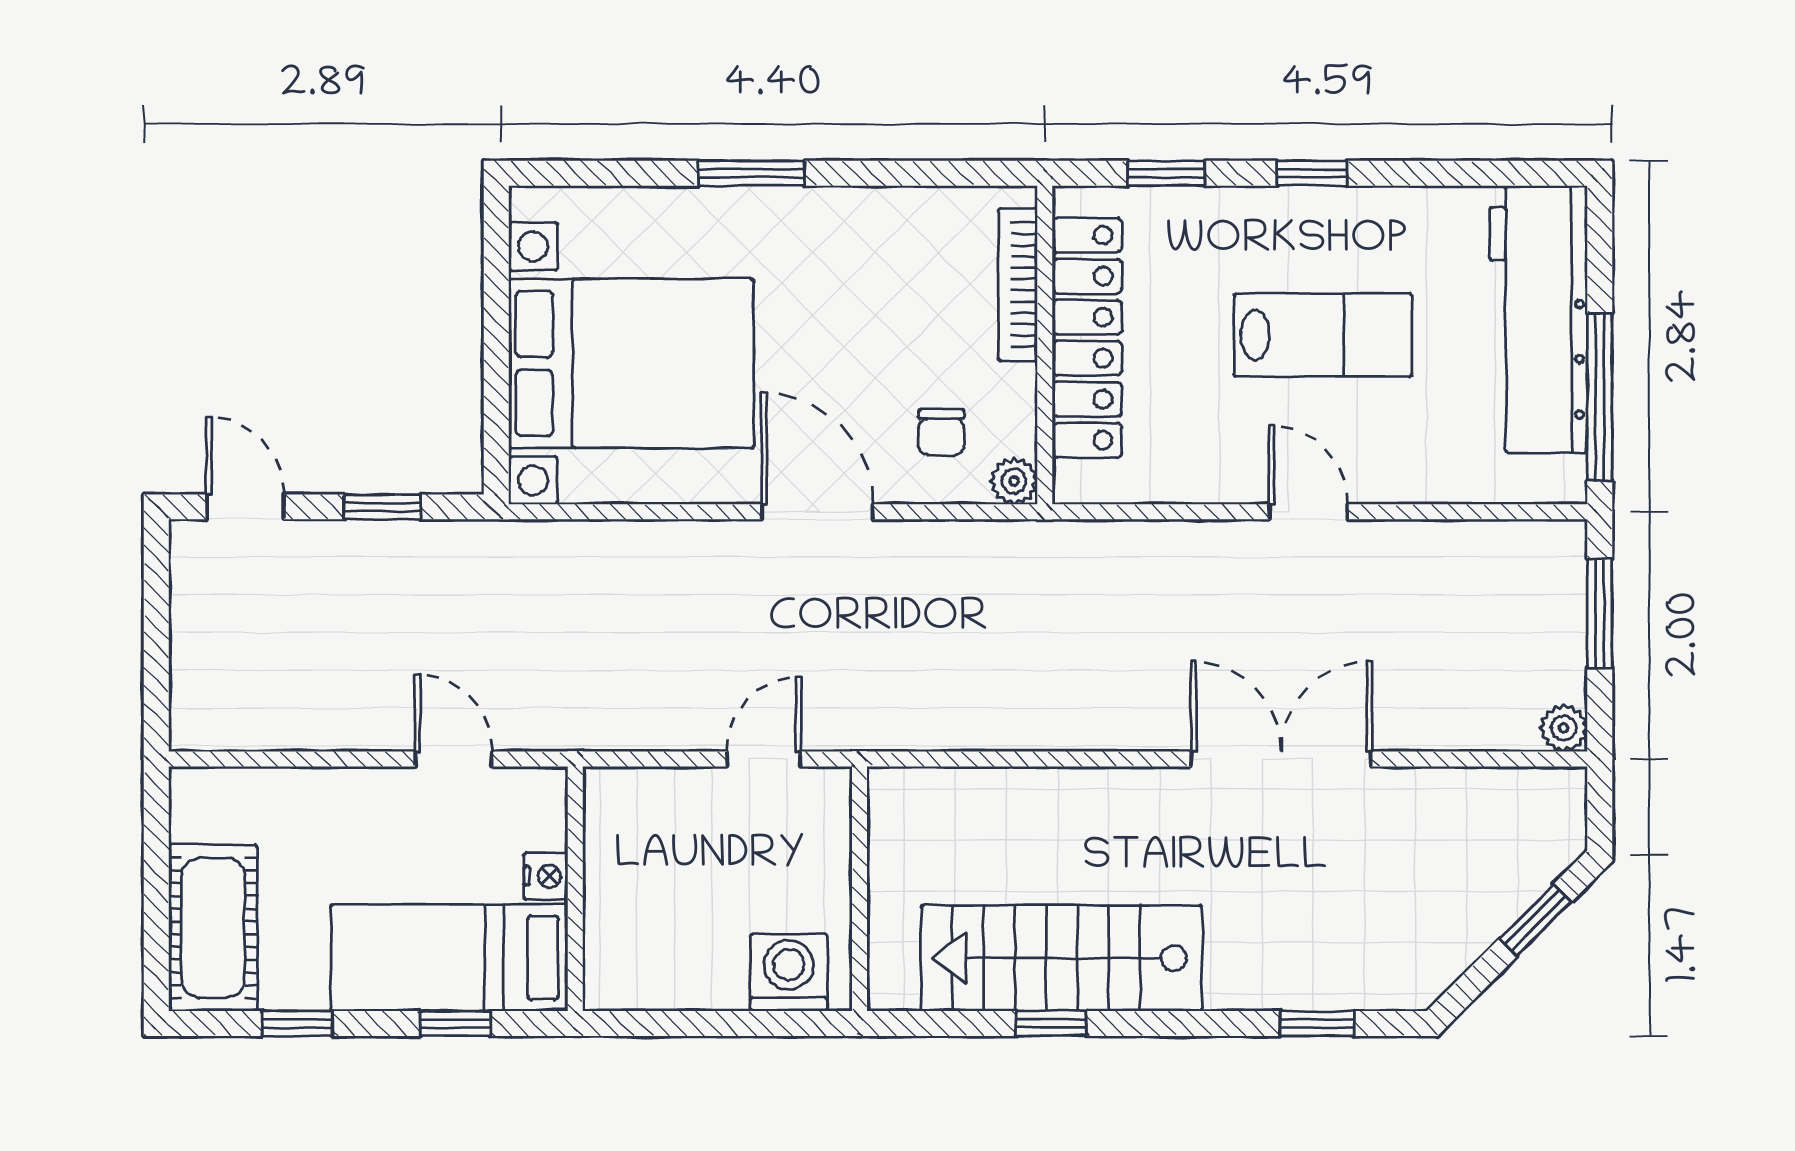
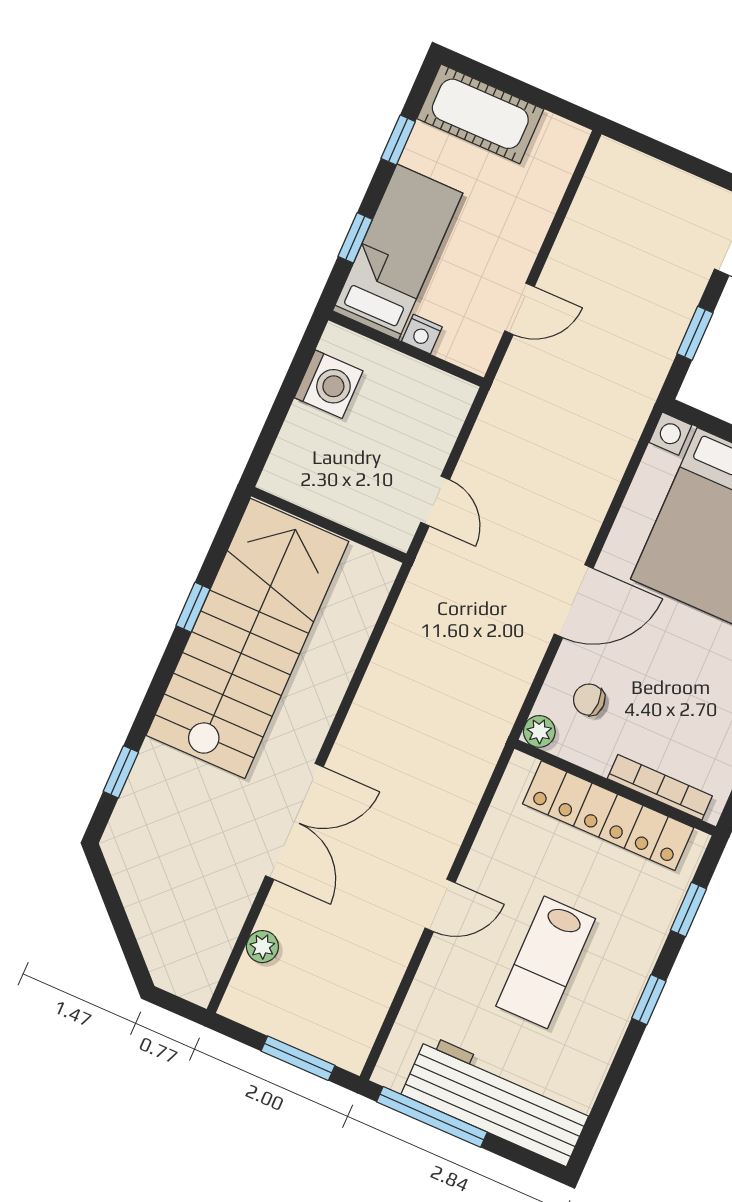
plant: (1564, 728) -> (262, 947), moved
window: (1535, 920) -> (125, 935), removed
stairs: (1061, 958) -> (247, 638), width x1.36, depth x1.51
washing machine: (789, 972) -> (329, 384), moved

